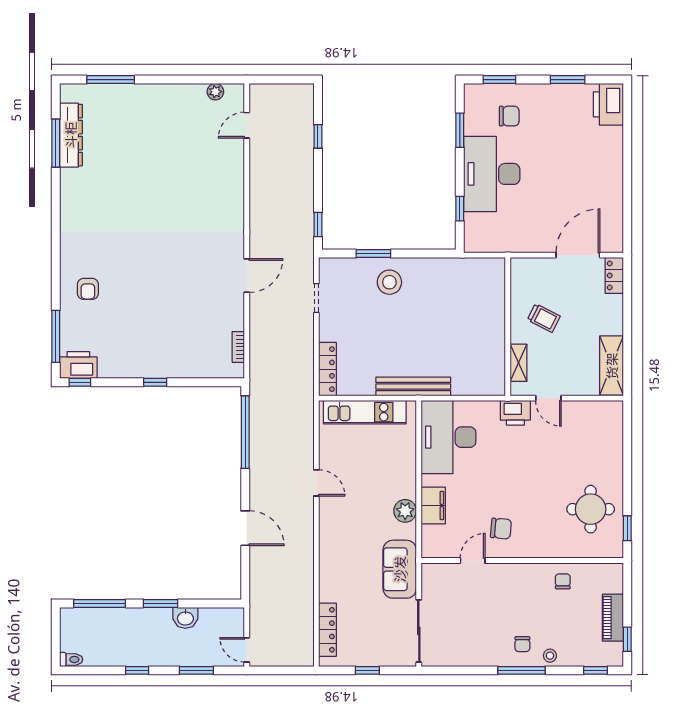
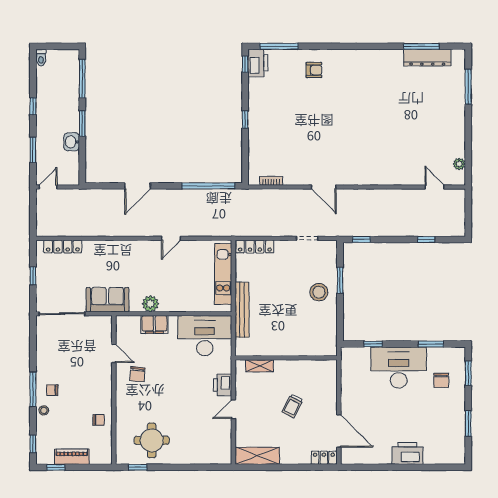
printer: (608, 104) -> (407, 453), moved
armchair: (88, 289) -> (314, 70), turned 180
wall: (508, 327) -> (286, 358), moved
shelving: (518, 363) -> (259, 366), moved

